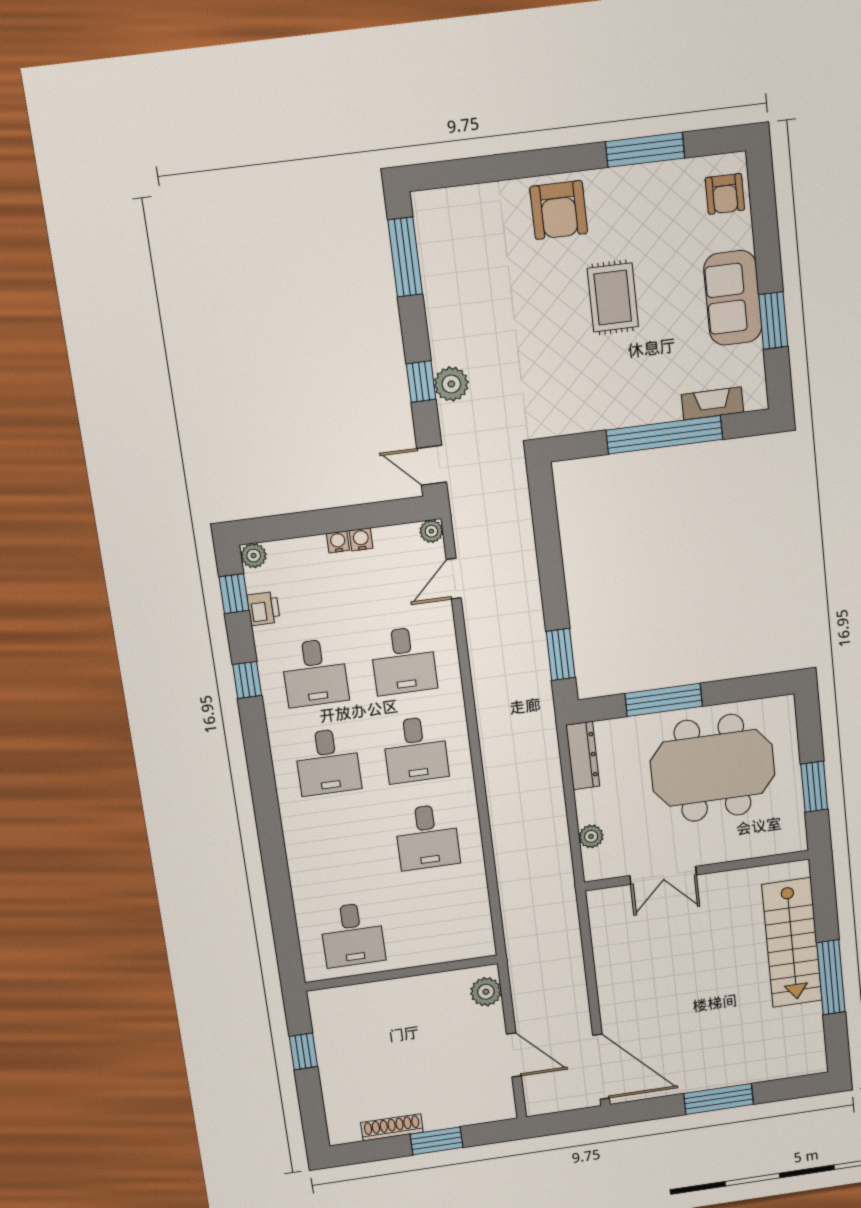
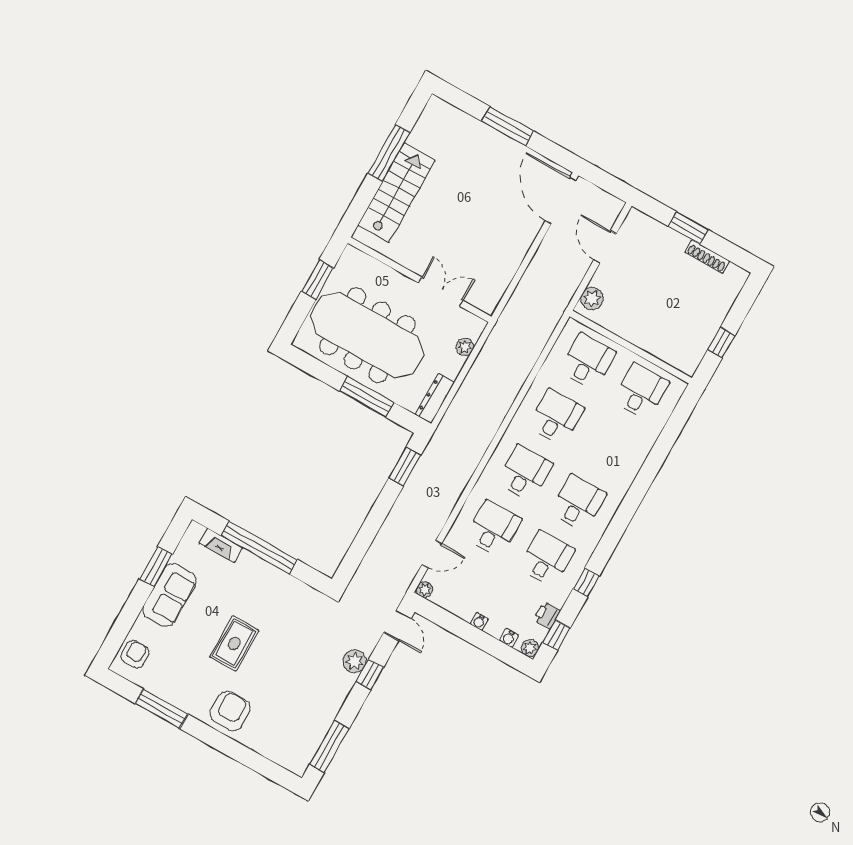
water cooler: (361, 539) -> (509, 638), moved
meeting table: (713, 768) -> (367, 335), width x1.36
desk: (439, 922) -> (588, 361), added

